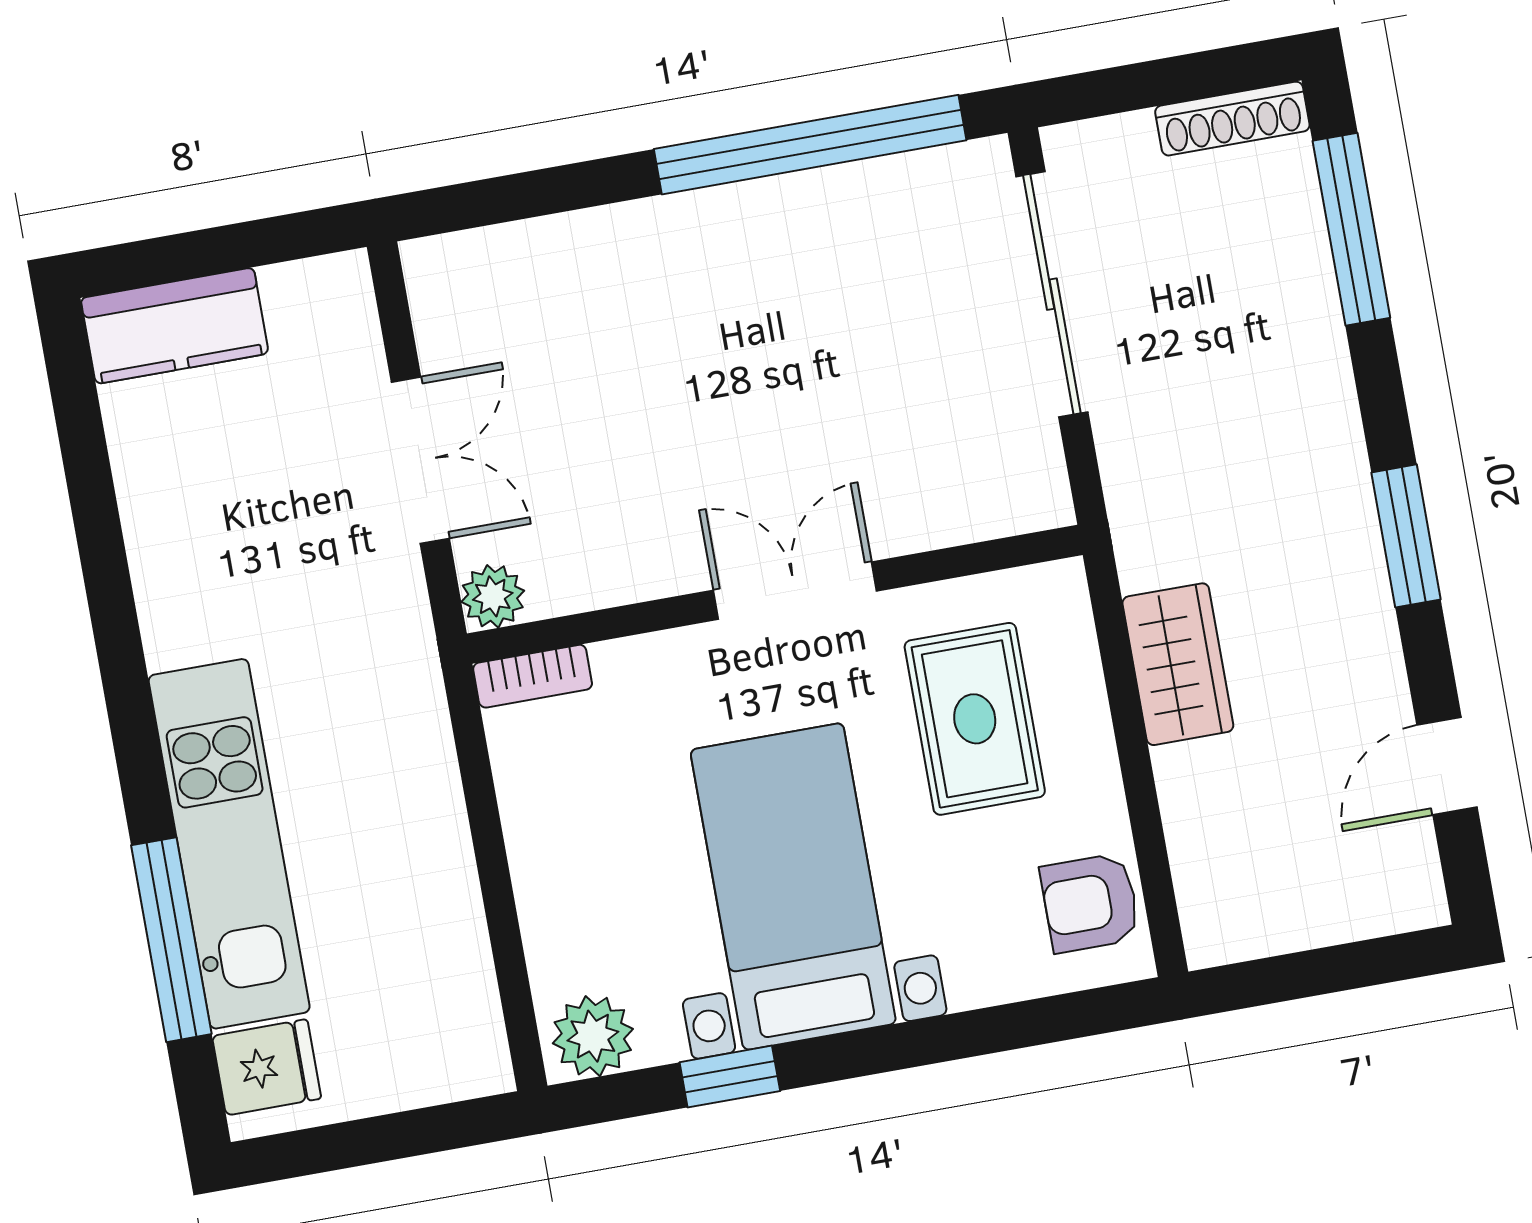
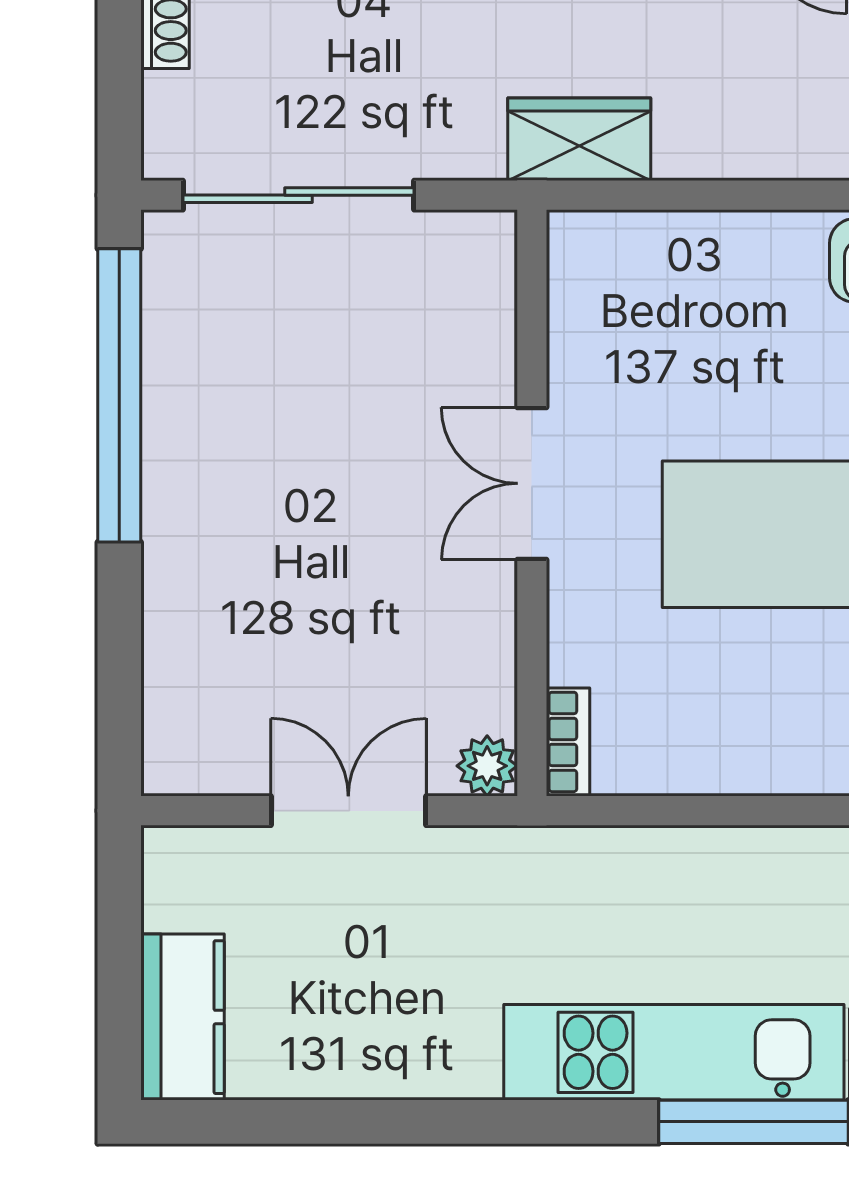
wardrobe: (1178, 664) -> (579, 139), moved
rug: (975, 719) -> (681, 337), removed

